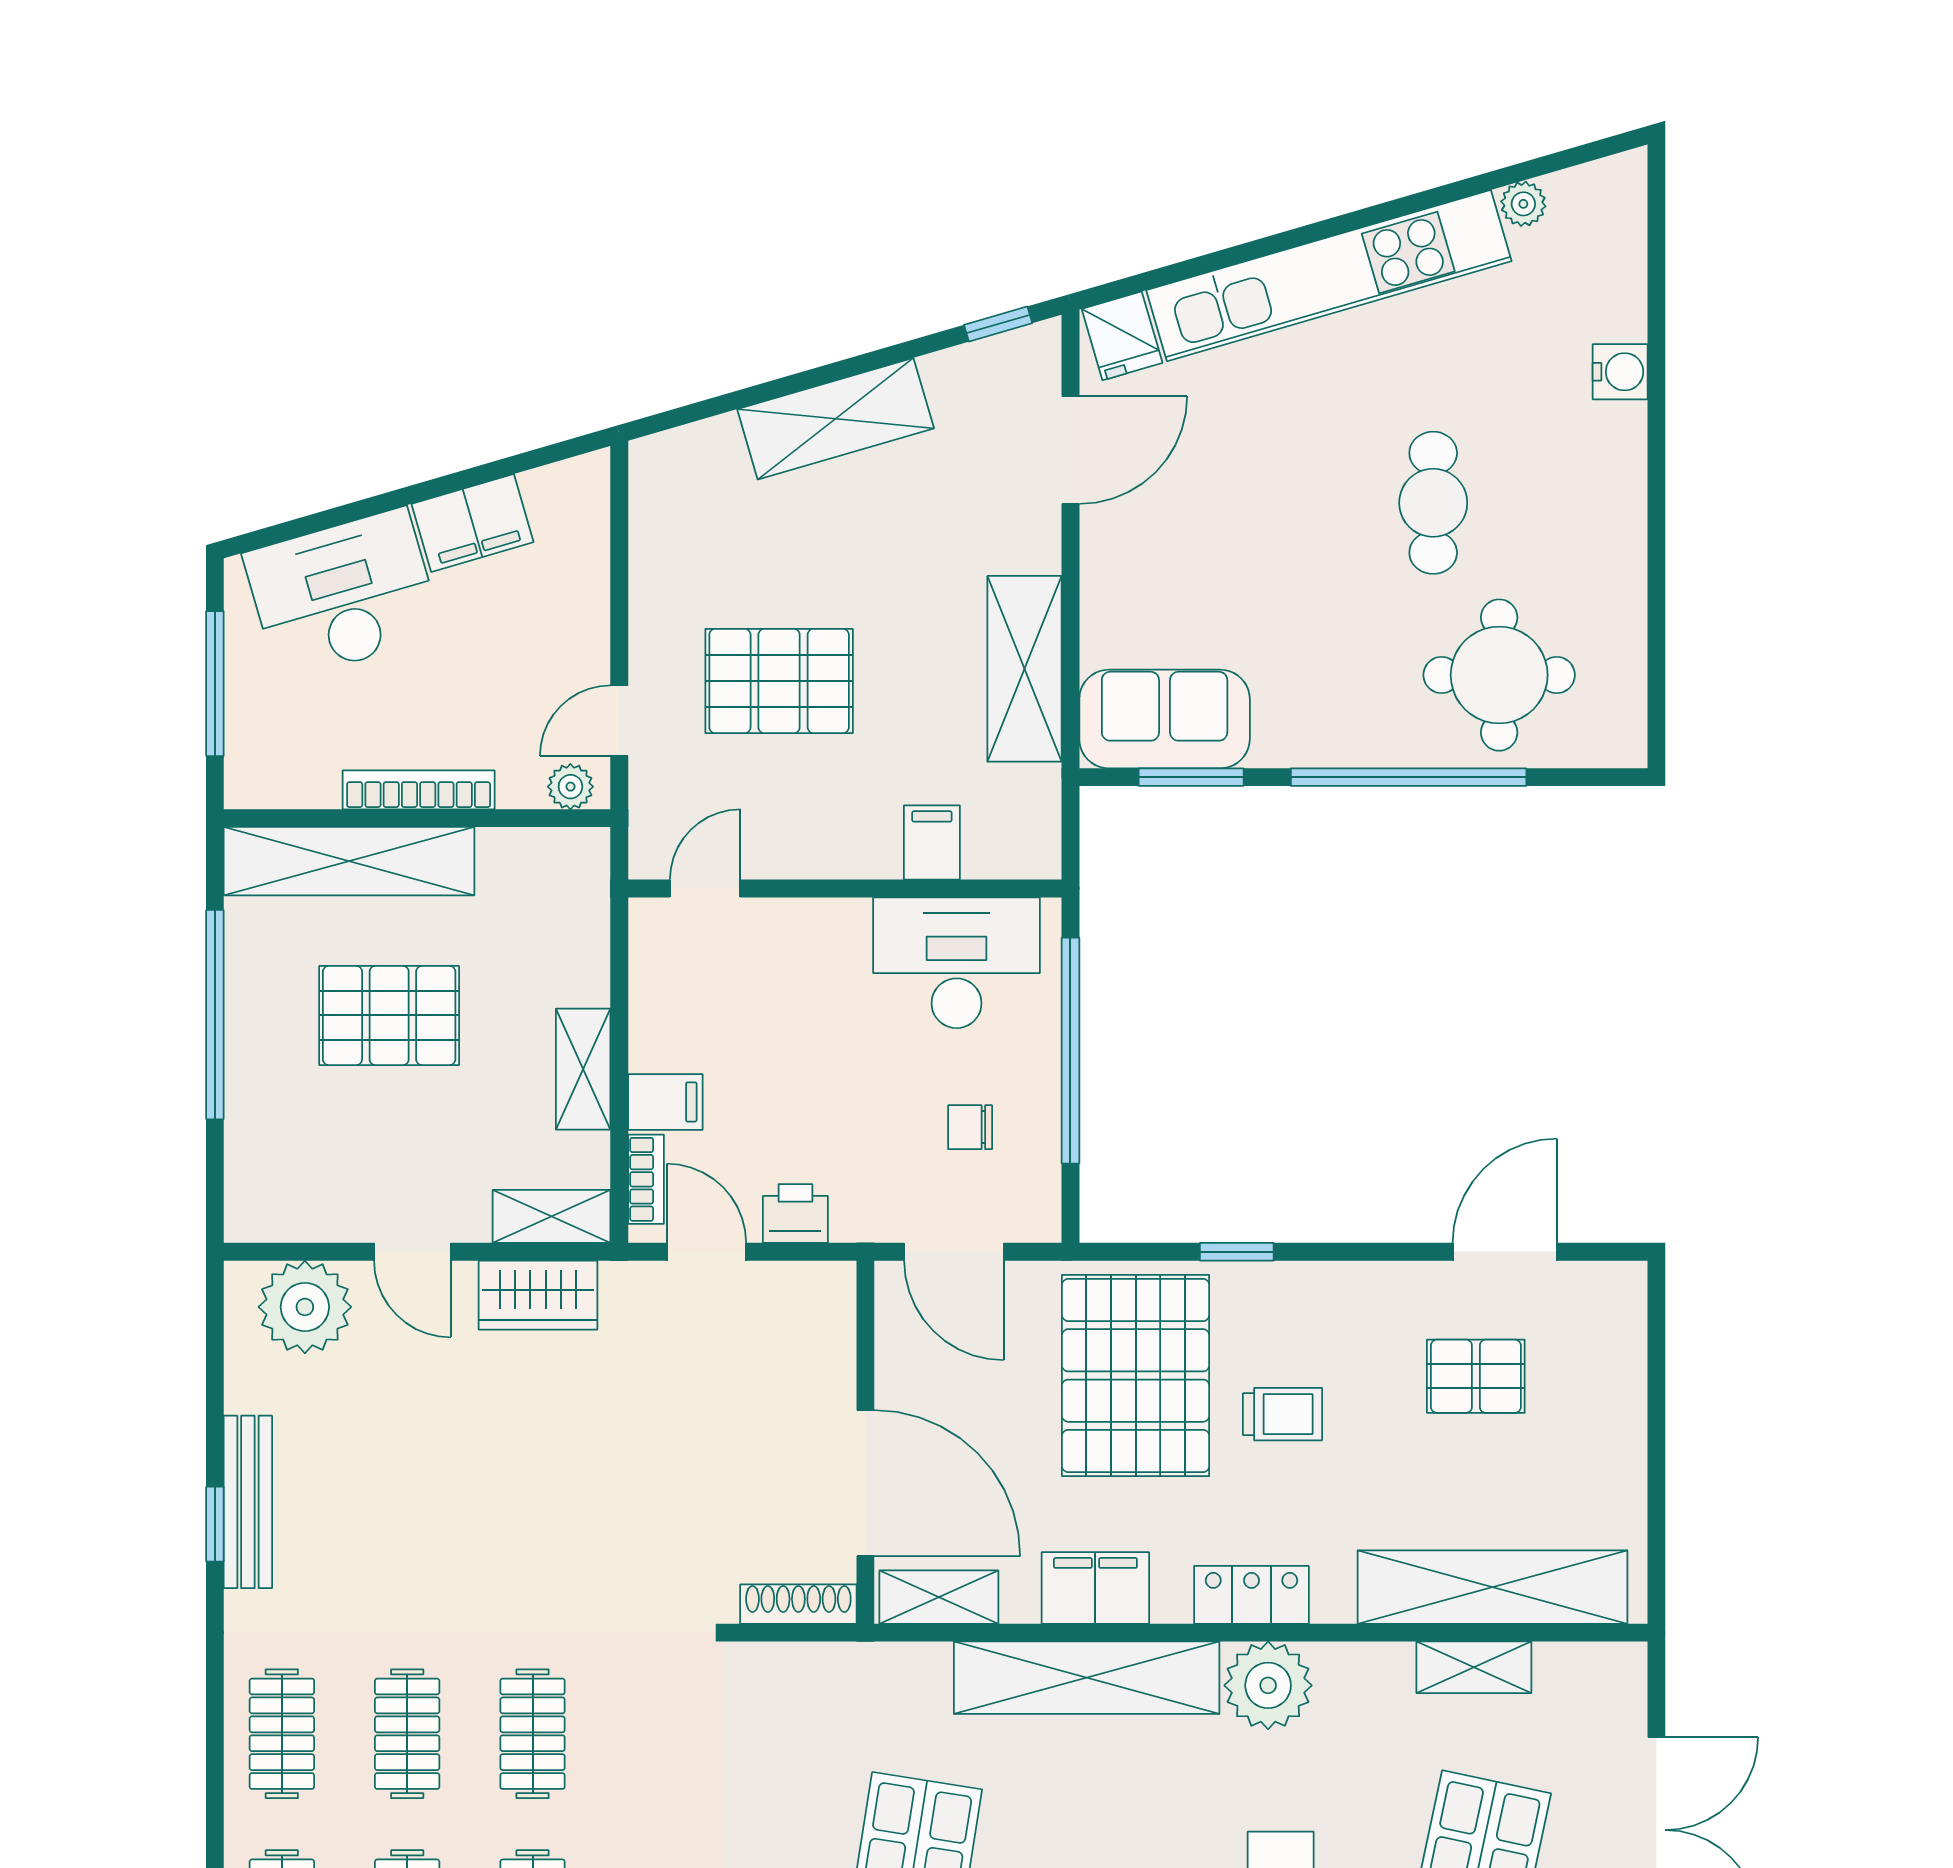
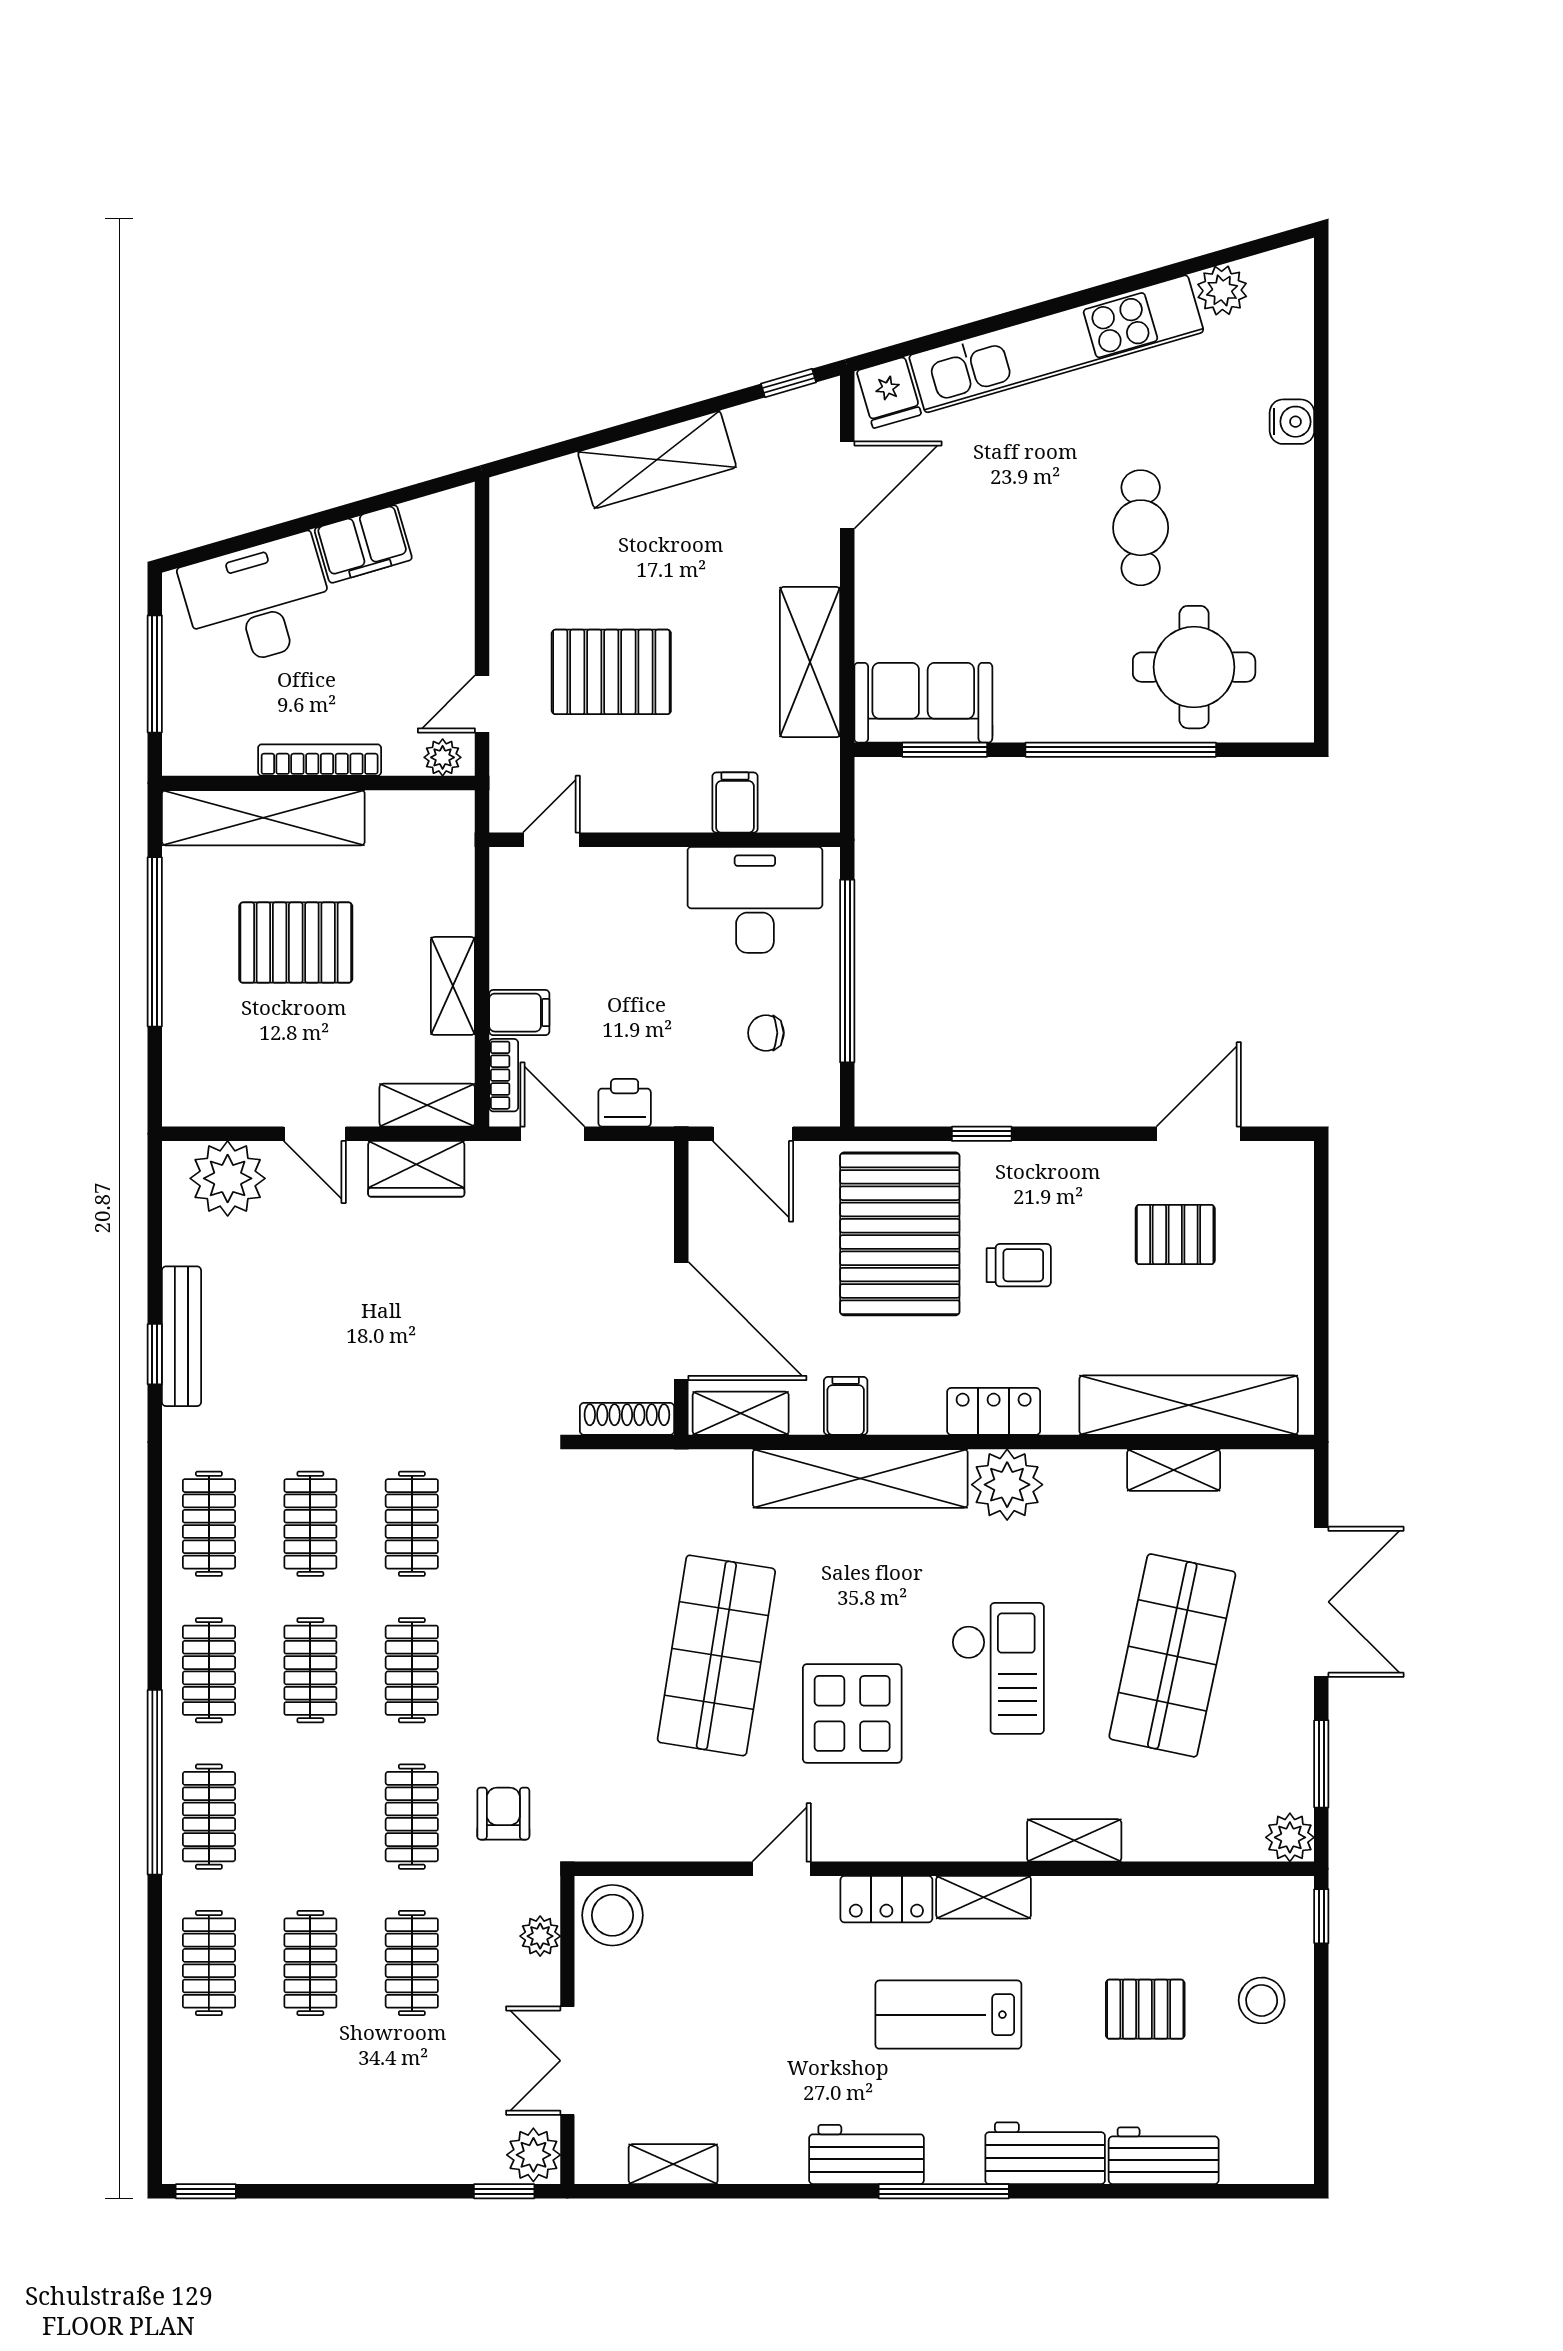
plant: (1523, 204) -> (1222, 290), width x1.38, depth x1.38
filing cabinet: (1095, 1588) -> (846, 1406), width x0.50

